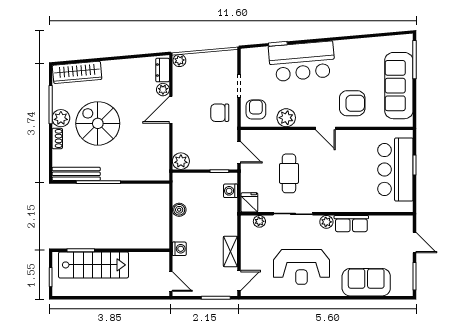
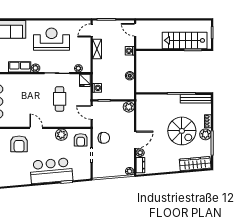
armchair: (352, 103) -> (19, 144), turned -90

